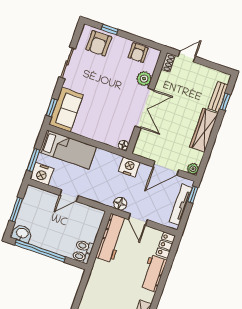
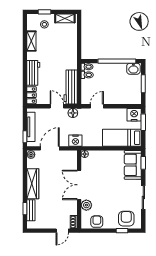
door: (69, 195) -> (97, 106), moved

